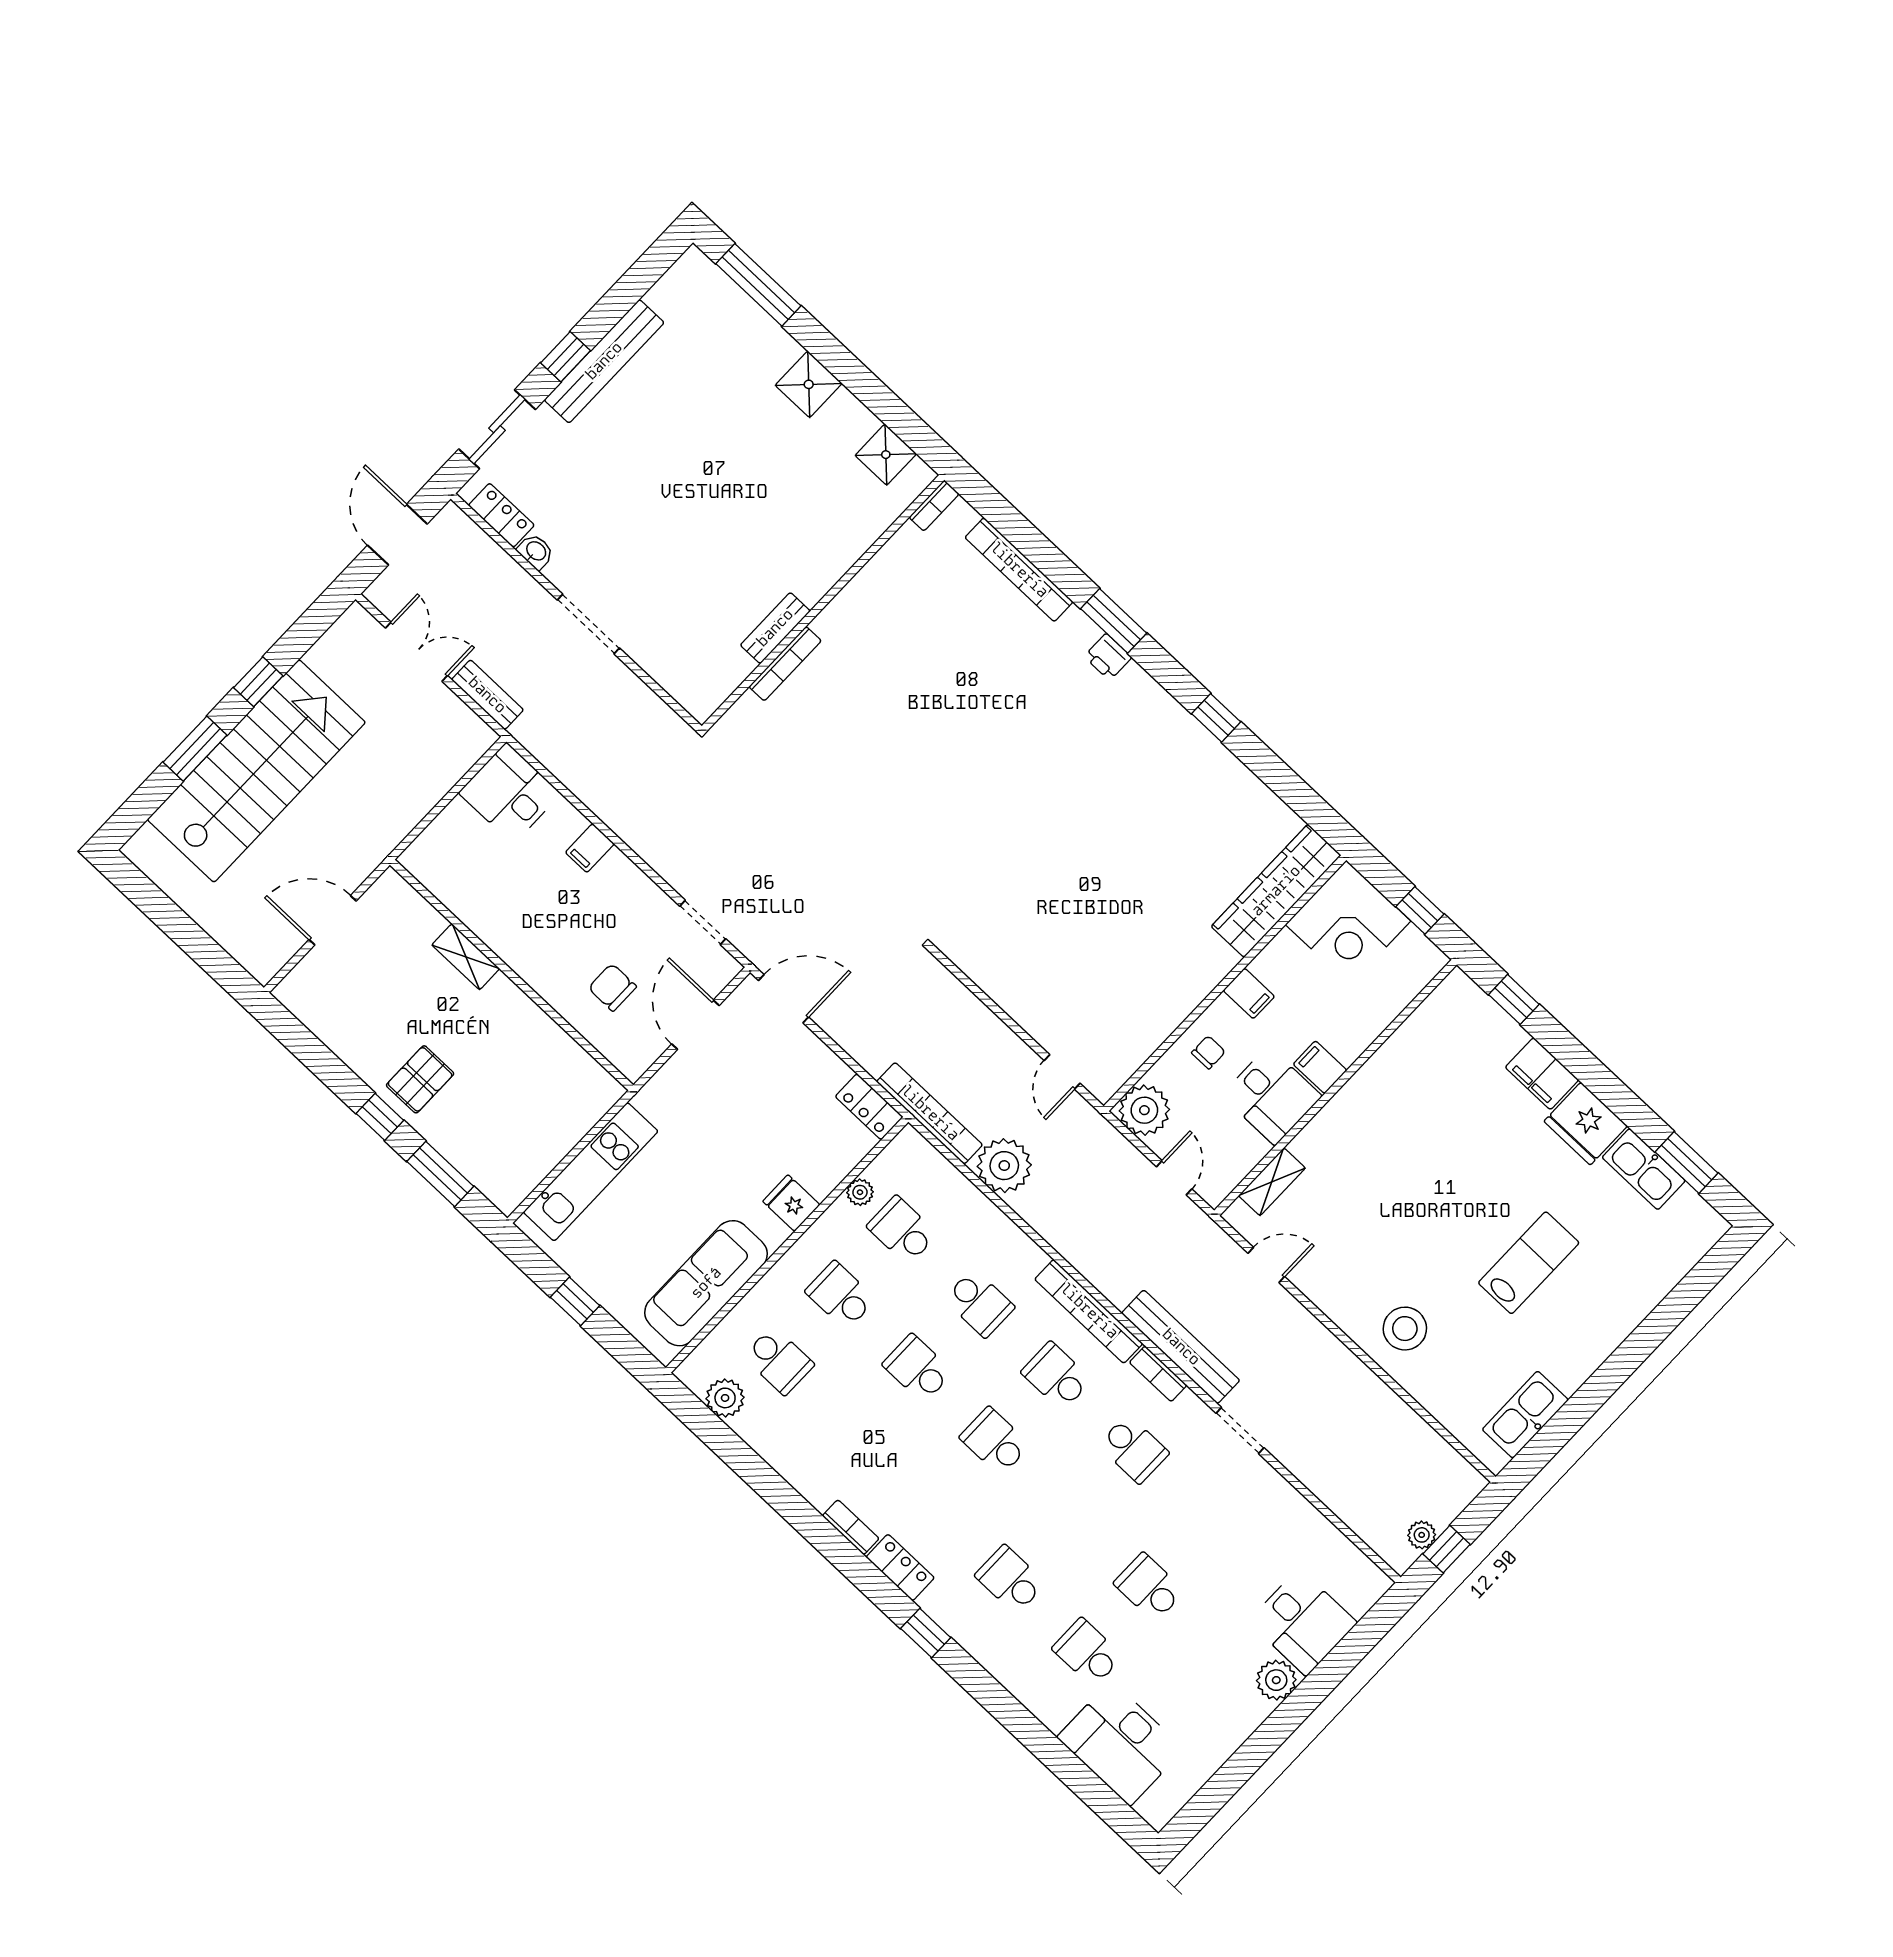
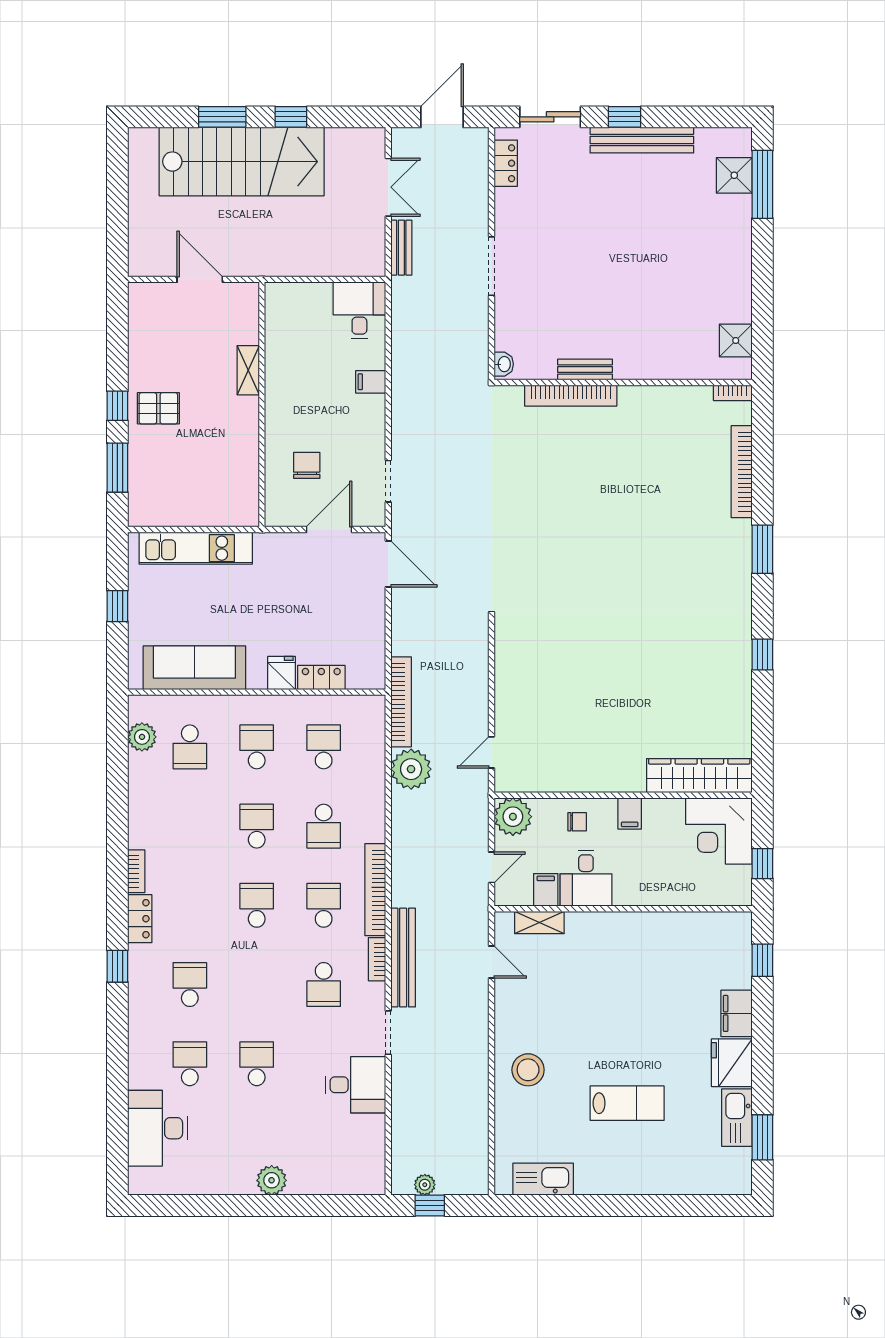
shower: (809, 384) -> (734, 175), moved
washbasin: (536, 551) -> (504, 364), moved
printer: (1108, 657) -> (740, 565), removed
bookcase: (785, 664) -> (571, 396), width x1.48, depth x1.31
filing cabinet: (1320, 1067) -> (546, 890), moved
locker: (869, 1107) -> (321, 678), moved, turned 90
plant: (860, 1192) -> (323, 705), removed
desk: (1303, 1622) -> (355, 1085), moved, turned -90

